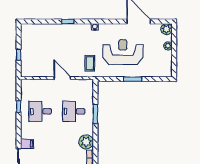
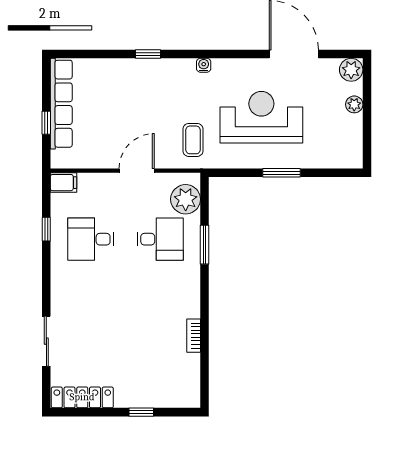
row of seats: (26, 46) -> (61, 104), added
door: (62, 78) -> (137, 171), hinge flipped
desk: (74, 111) -> (160, 239), turned 180
plant: (86, 142) -> (186, 199), moved
filing cabinet: (27, 144) -> (64, 183), moved

